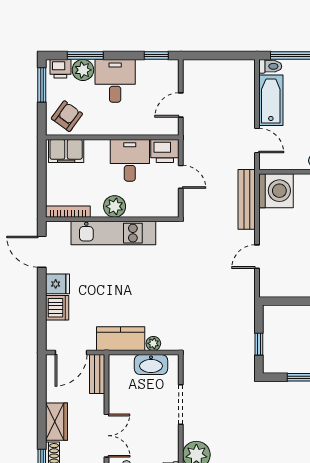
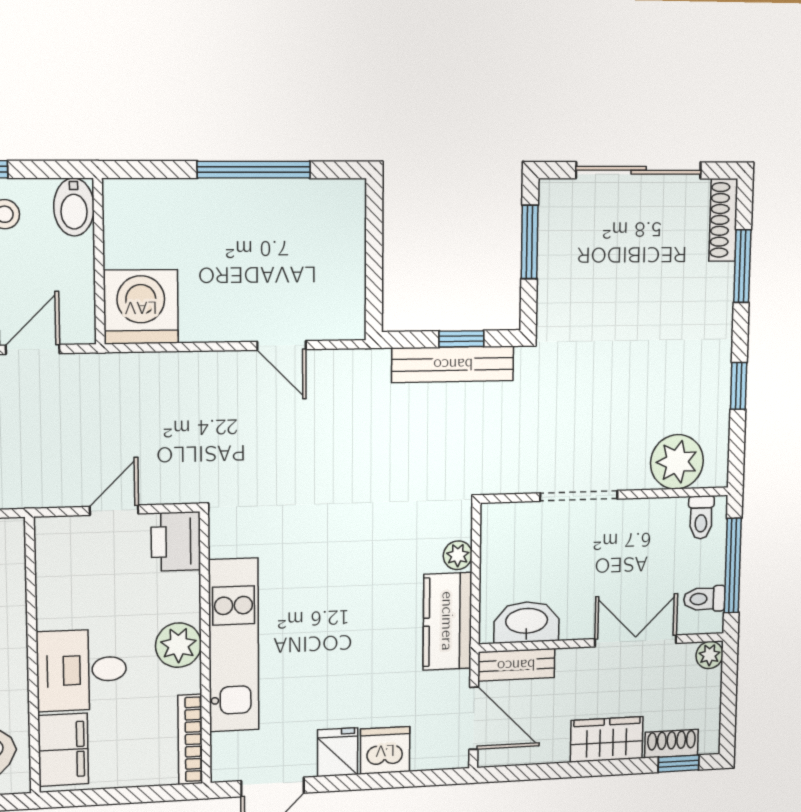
printer: (165, 151) -> (176, 542), moved, turned 180
desk: (130, 160) -> (82, 670), moved
bench: (247, 199) -> (453, 364), moved
washbasin: (151, 365) -> (527, 622), moved, turned -90

